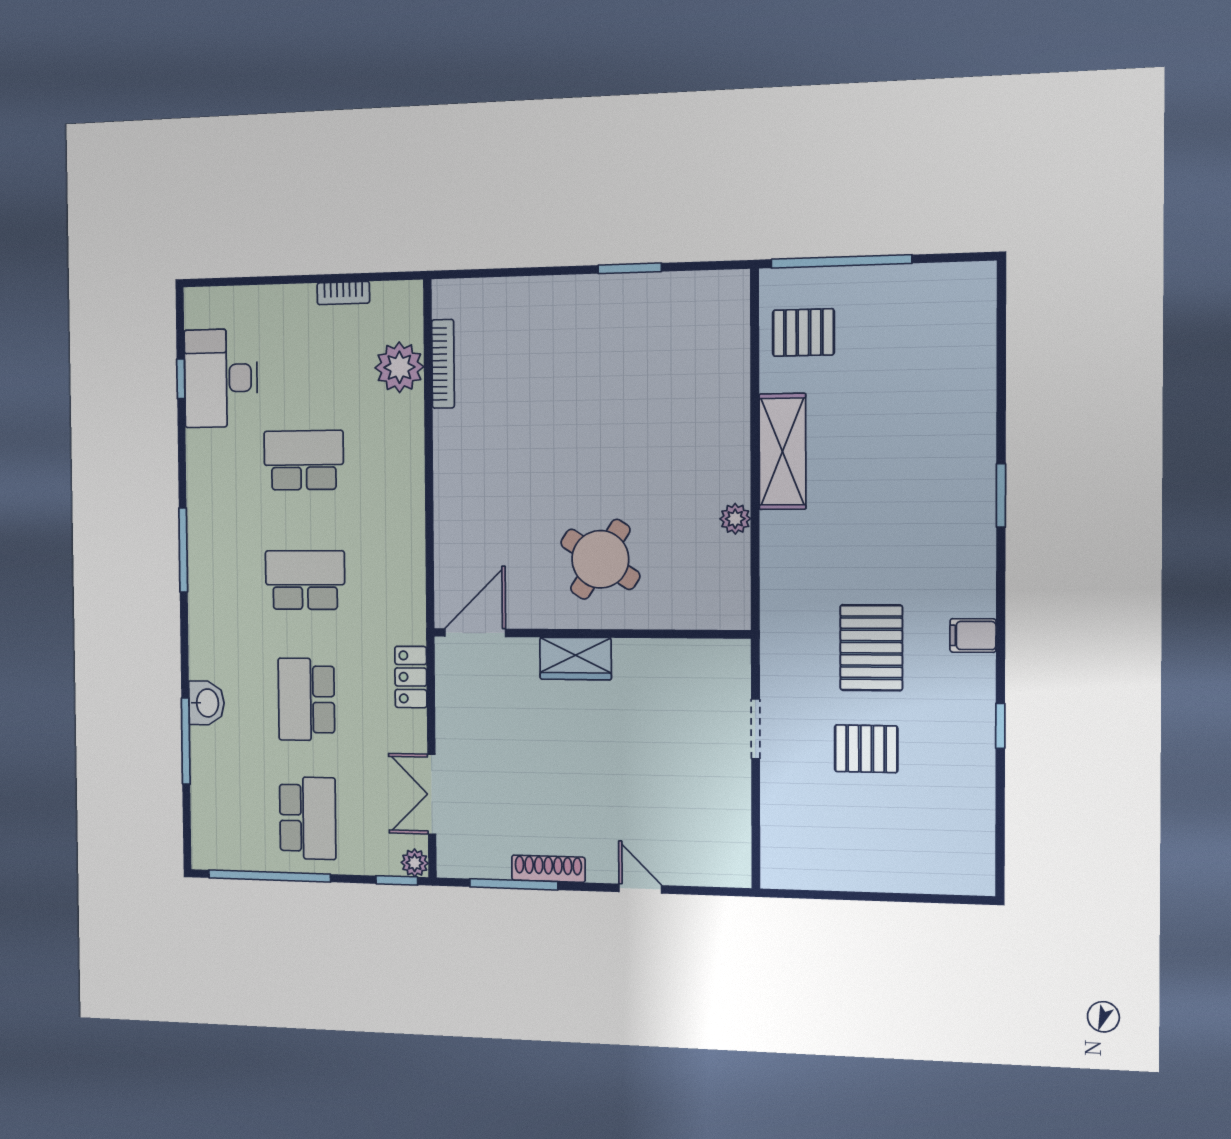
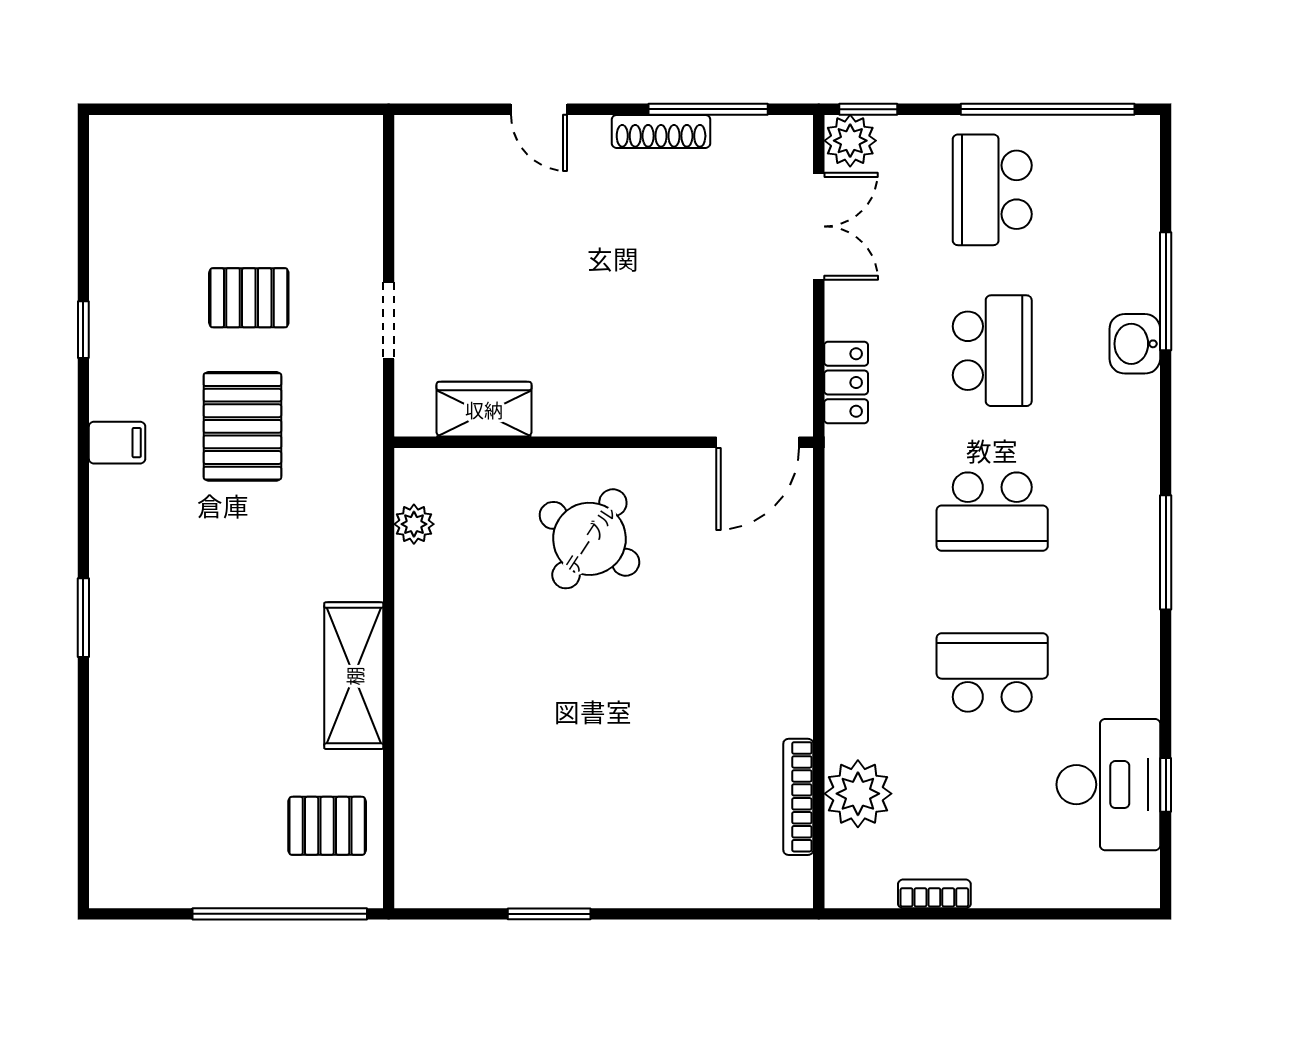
school desk: (304, 460) -> (992, 672), turned 180
plant: (735, 519) -> (414, 524), moved
wardrobe: (576, 659) -> (484, 409), moved
plant: (415, 863) -> (850, 141), width x1.38, depth x1.38

